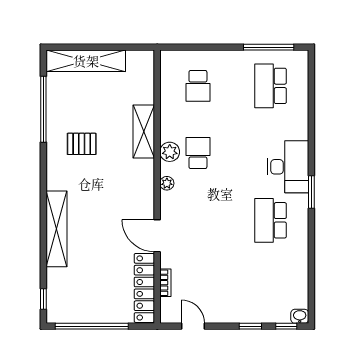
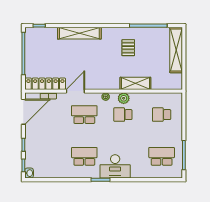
school desk: (198, 153) -> (123, 115), turned 180
school desk: (198, 220) -> (84, 115), added
door: (193, 326) -> (23, 112), width x1.87

